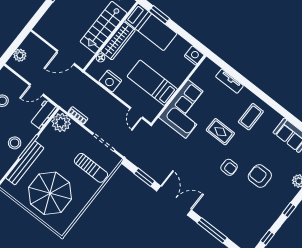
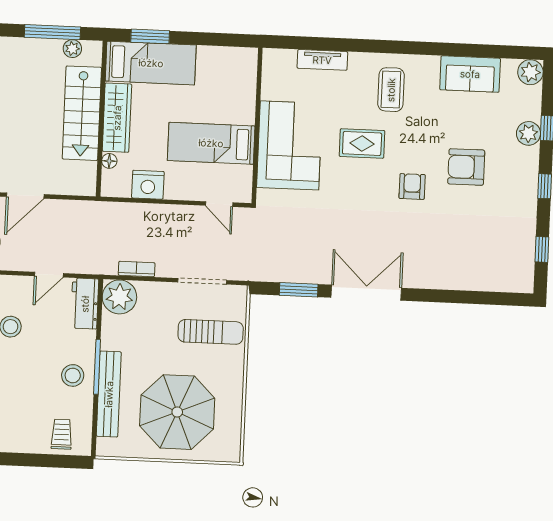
nightstand: (194, 56) -> (244, 59), removed
door: (66, 57) -> (25, 196), moved
armchair: (229, 167) -> (412, 186), turned -90
window: (212, 230) -> (453, 297), removed

